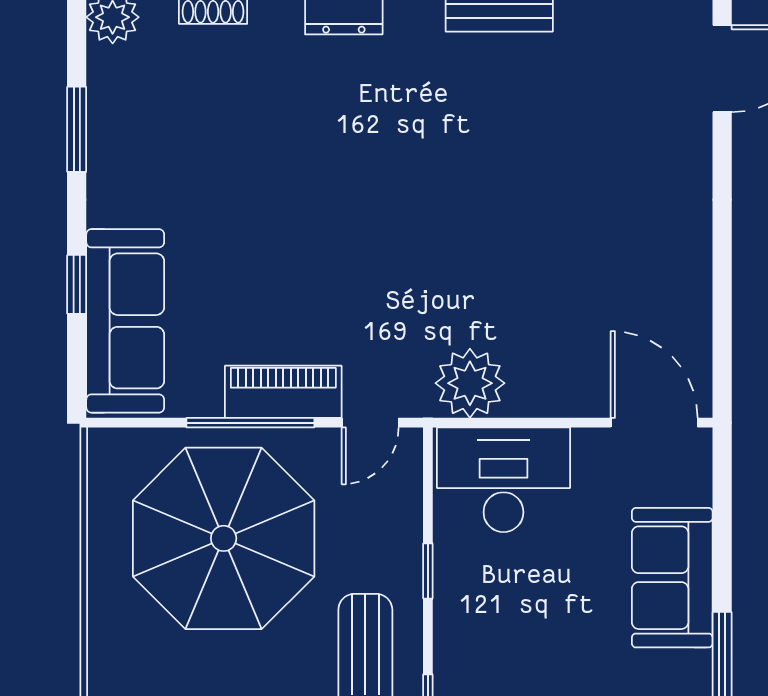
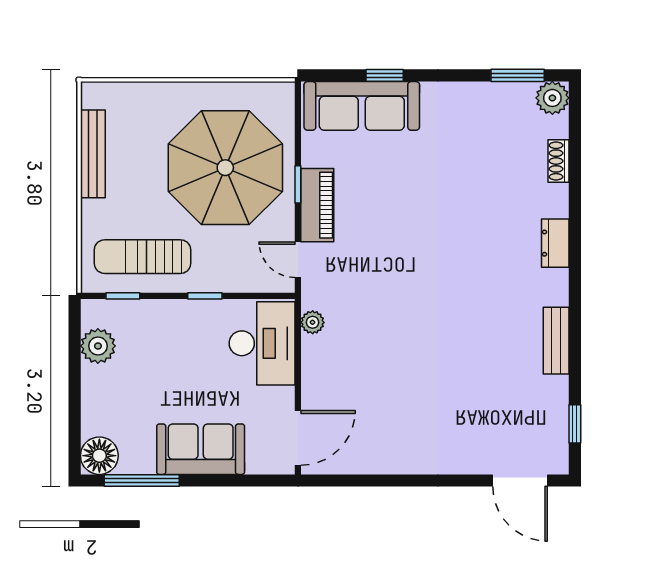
window: (77, 129) -> (518, 75), moved
plant: (470, 383) -> (313, 322), width x0.53, depth x0.53
window: (250, 423) -> (298, 184), width x0.46

